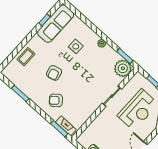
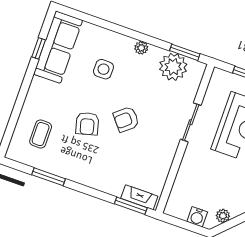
coffee table: (26, 57) -> (41, 134), moved
plant: (123, 68) -> (173, 67), moved
armchair: (56, 100) -> (126, 119), moved

